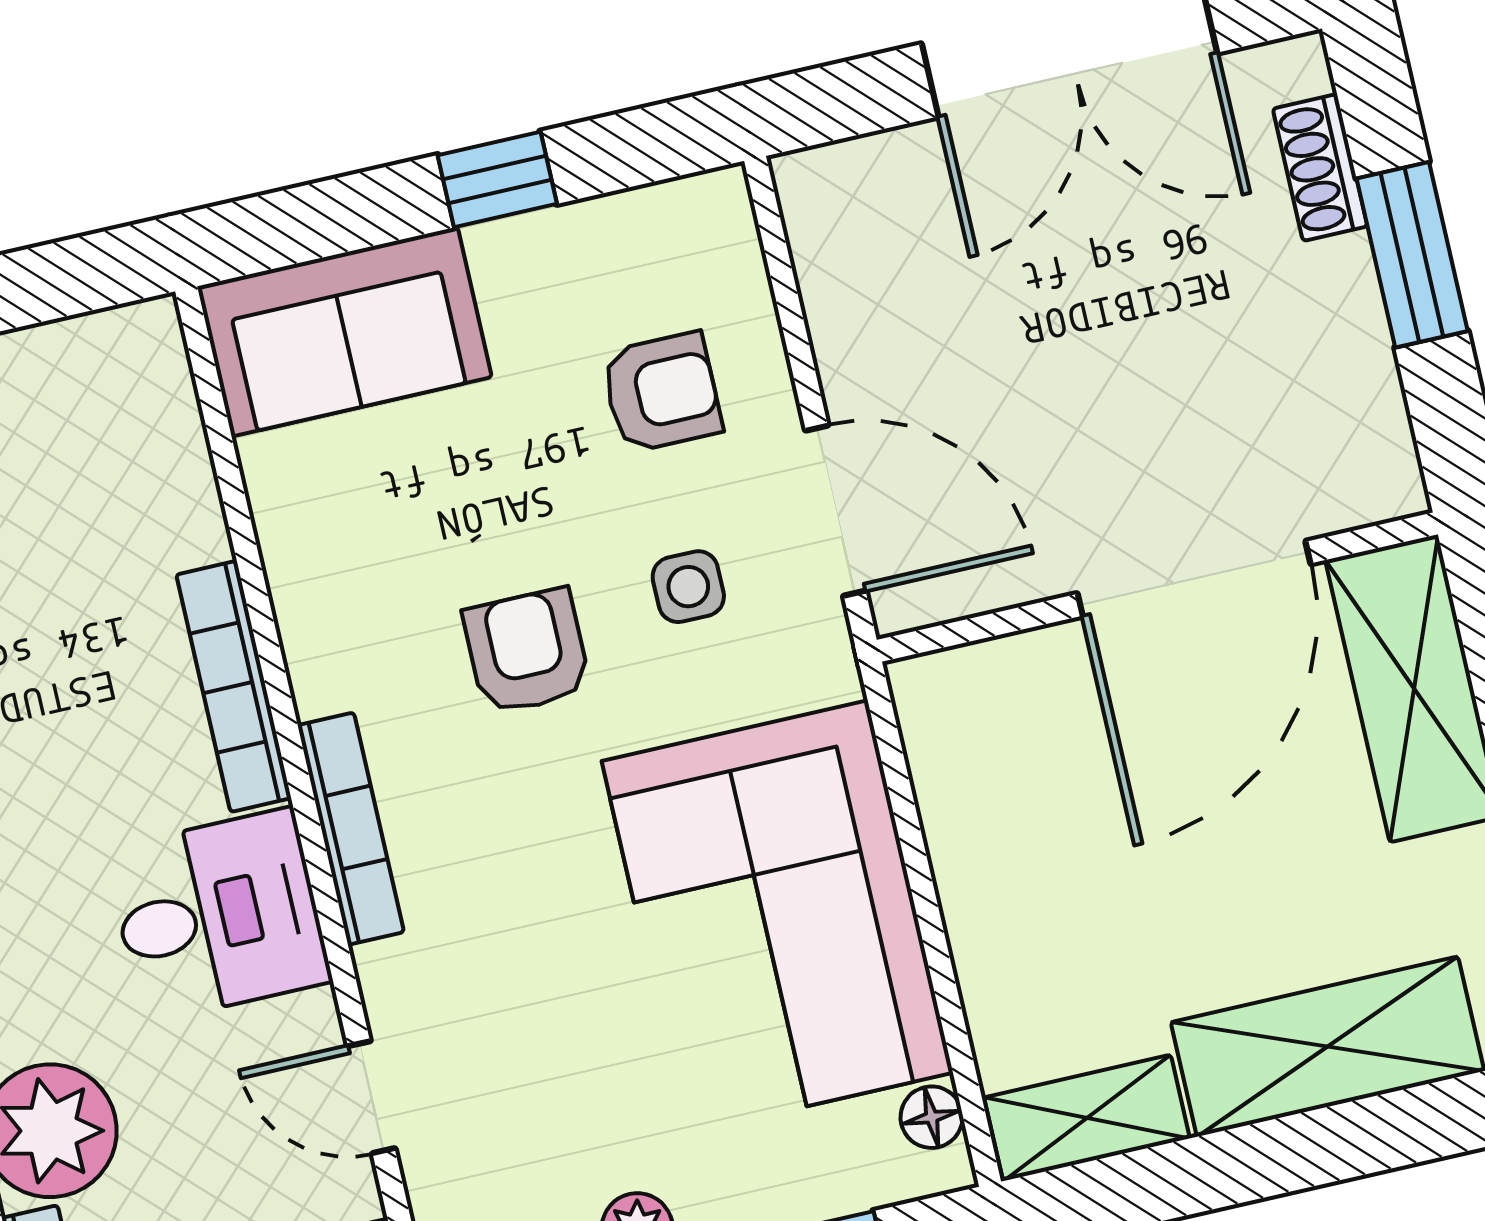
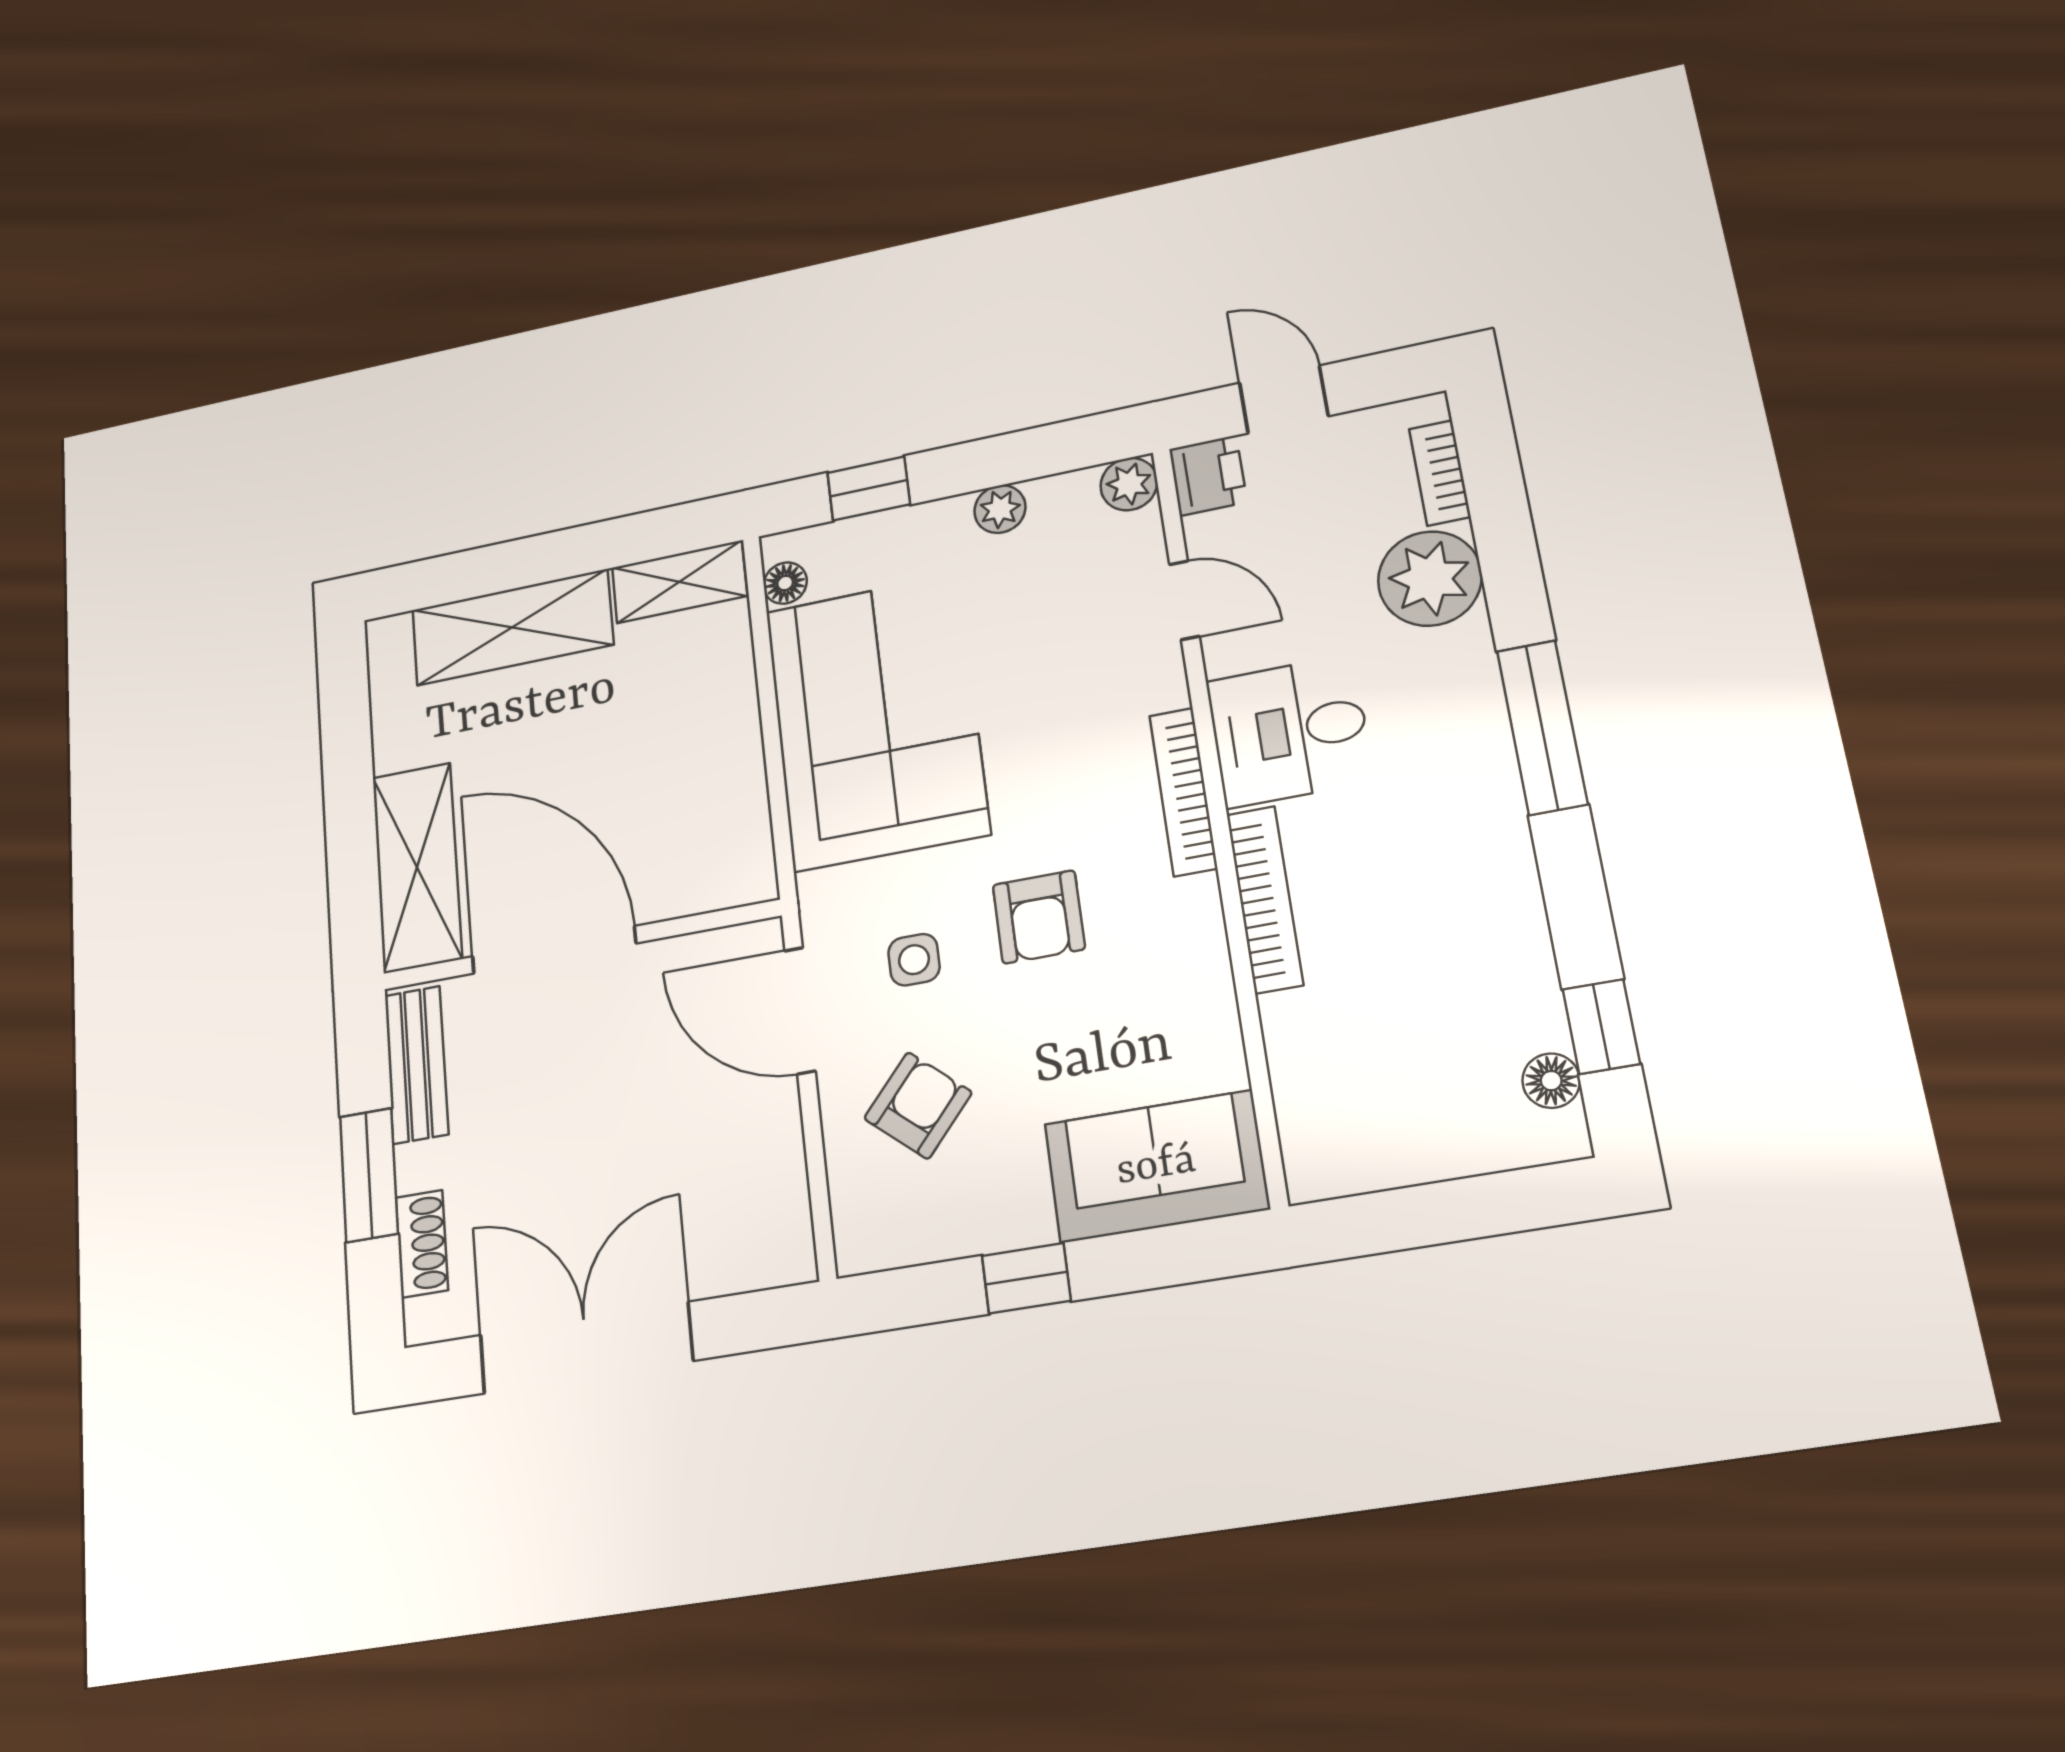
armchair: (662, 392) -> (918, 1105), turned 131
bench: (1368, 410) -> (416, 1065), added
door: (1194, 579) -> (554, 950), hinge flipped

